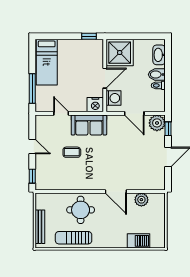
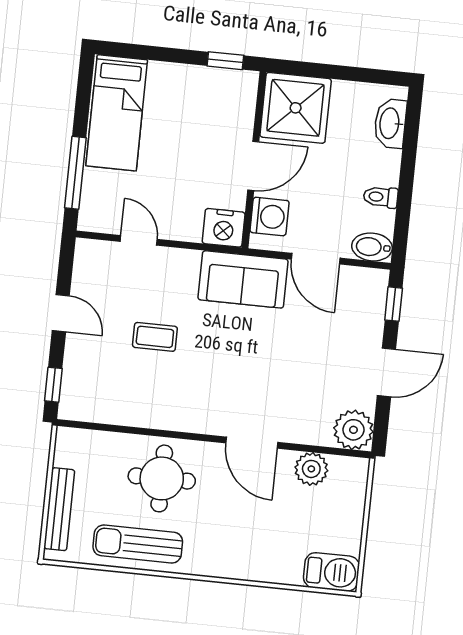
bidet: (157, 75) -> (372, 247), moved
plant: (157, 123) -> (353, 430), moved
sofa: (89, 125) -> (243, 279), moved
barbecue: (138, 241) -> (331, 572), moved

